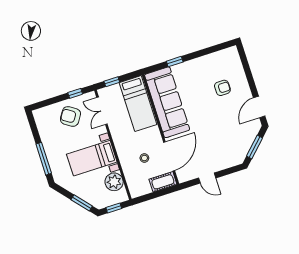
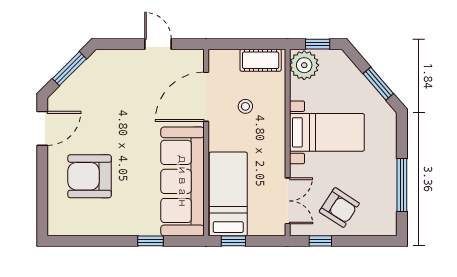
window: (112, 82) -> (233, 241), moved
armchair: (222, 88) -> (90, 176), width x1.88, depth x1.88
window: (44, 159) -> (402, 185), moved
plant: (114, 182) -> (304, 65), moved
cot: (163, 182) -> (261, 60), moved
window: (82, 203) -> (378, 84), moved

